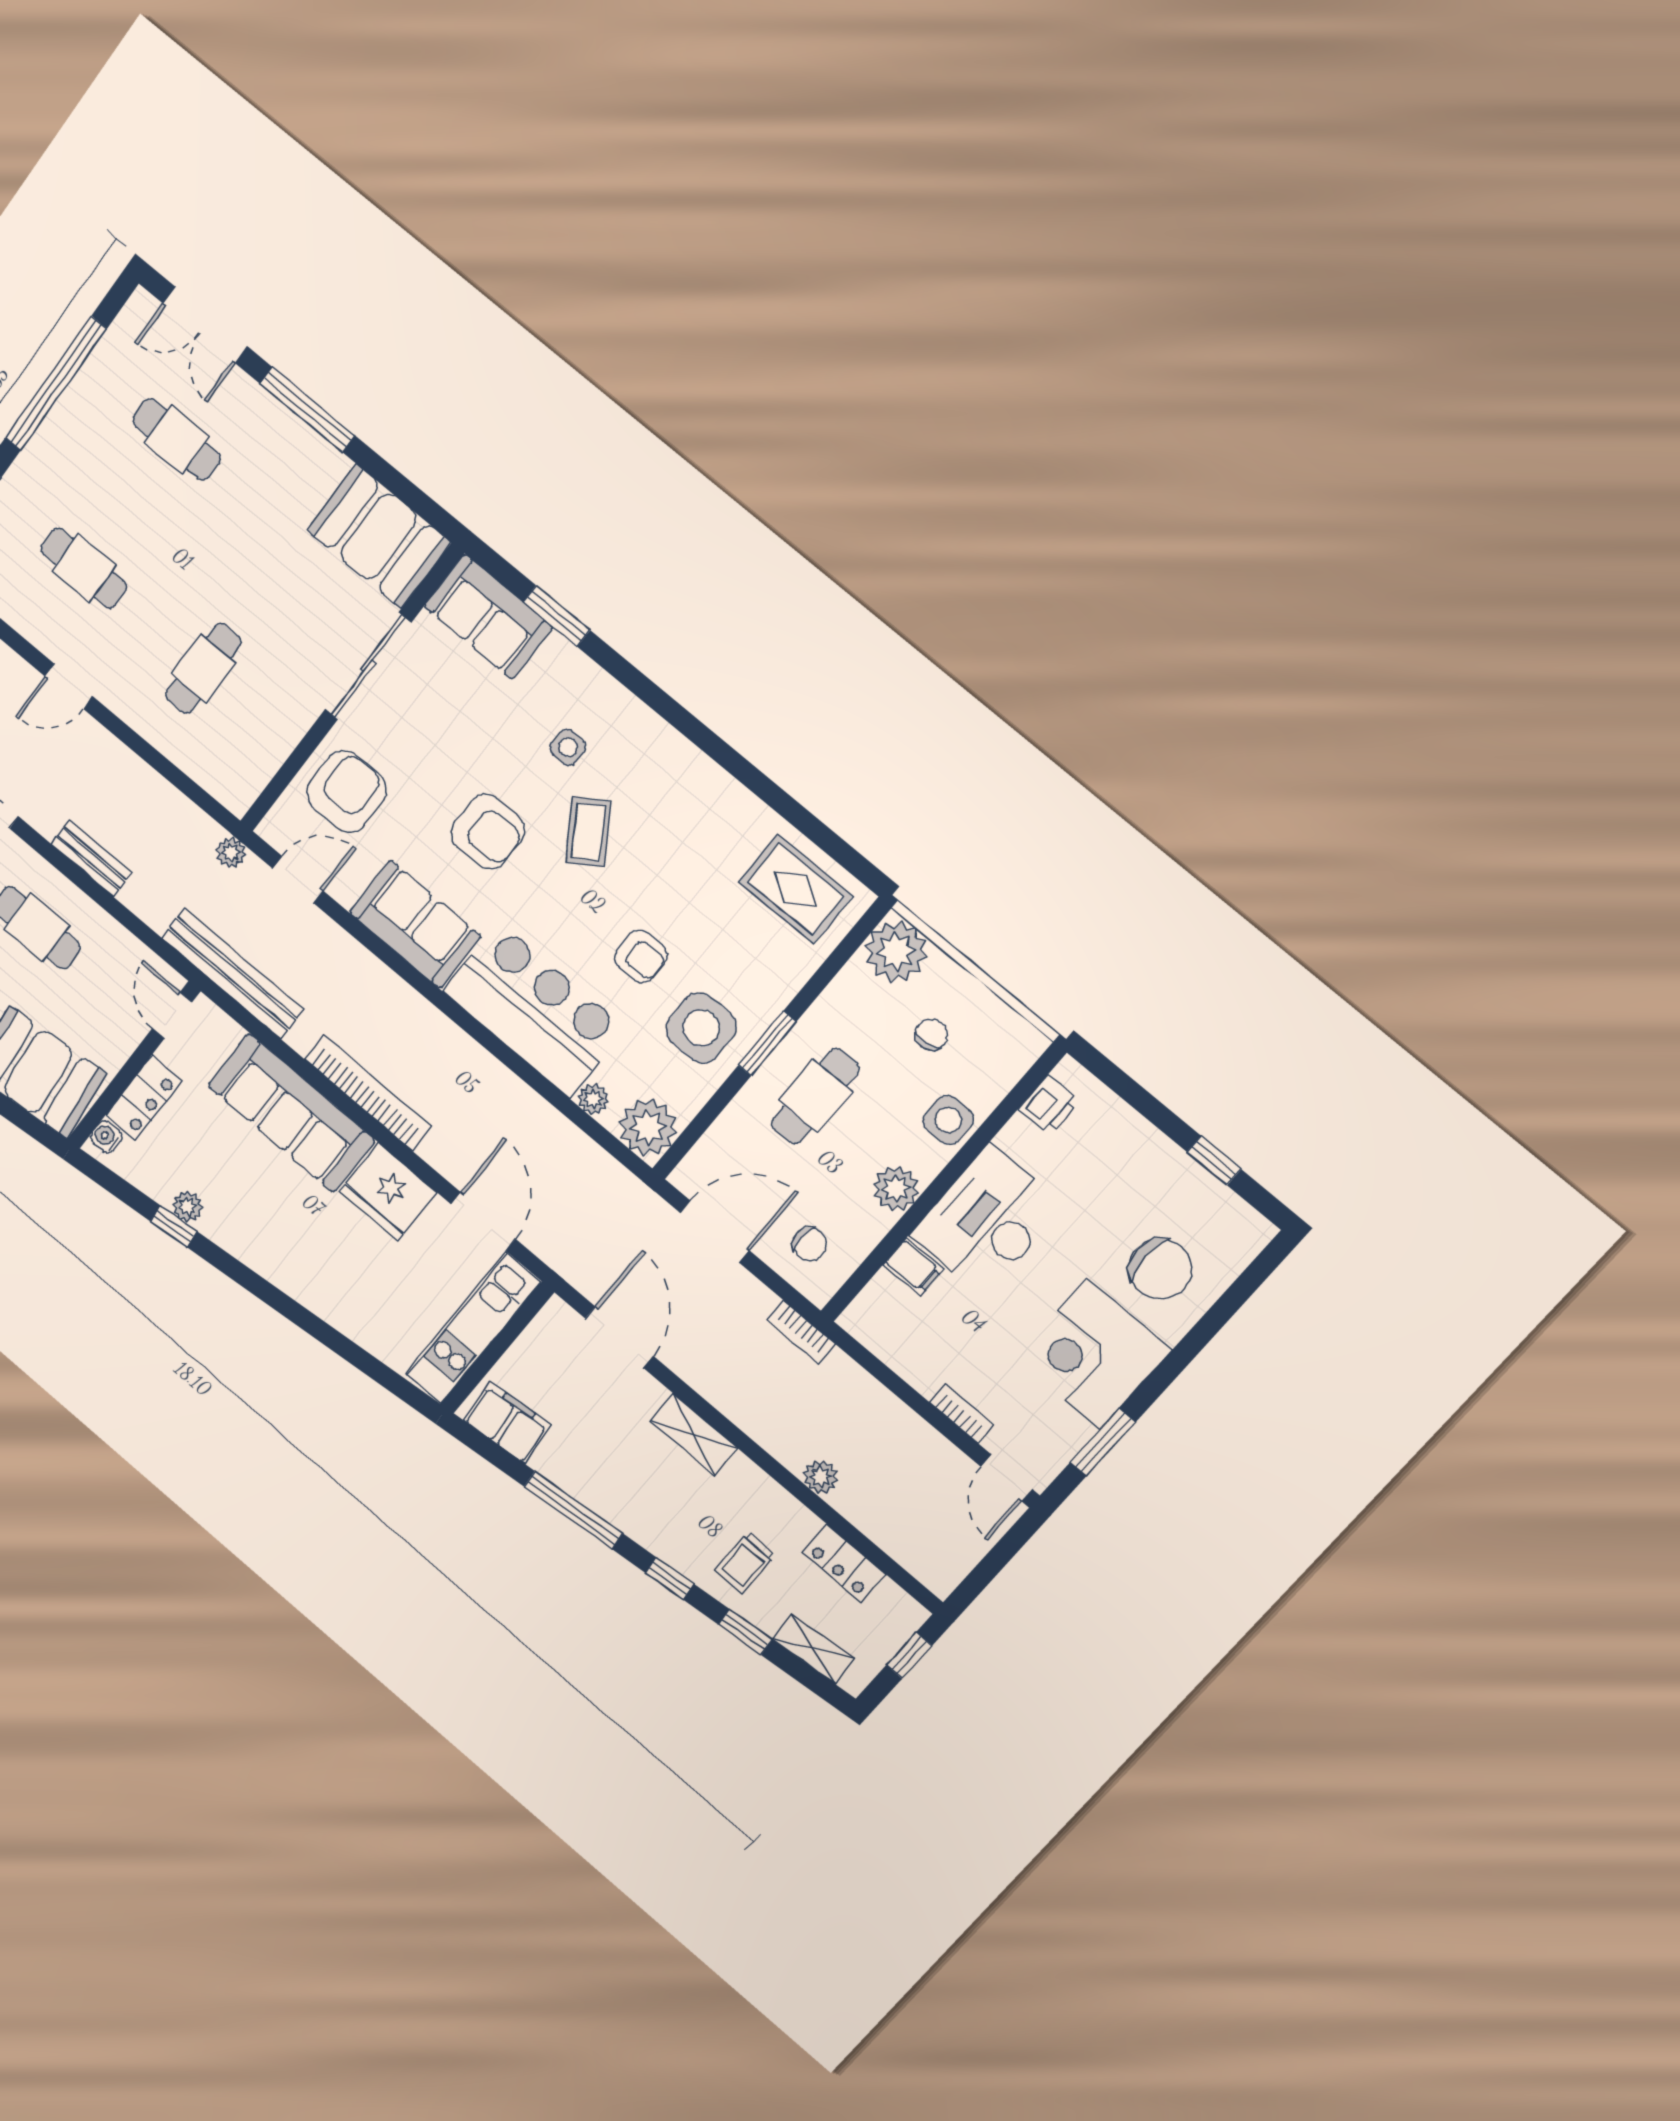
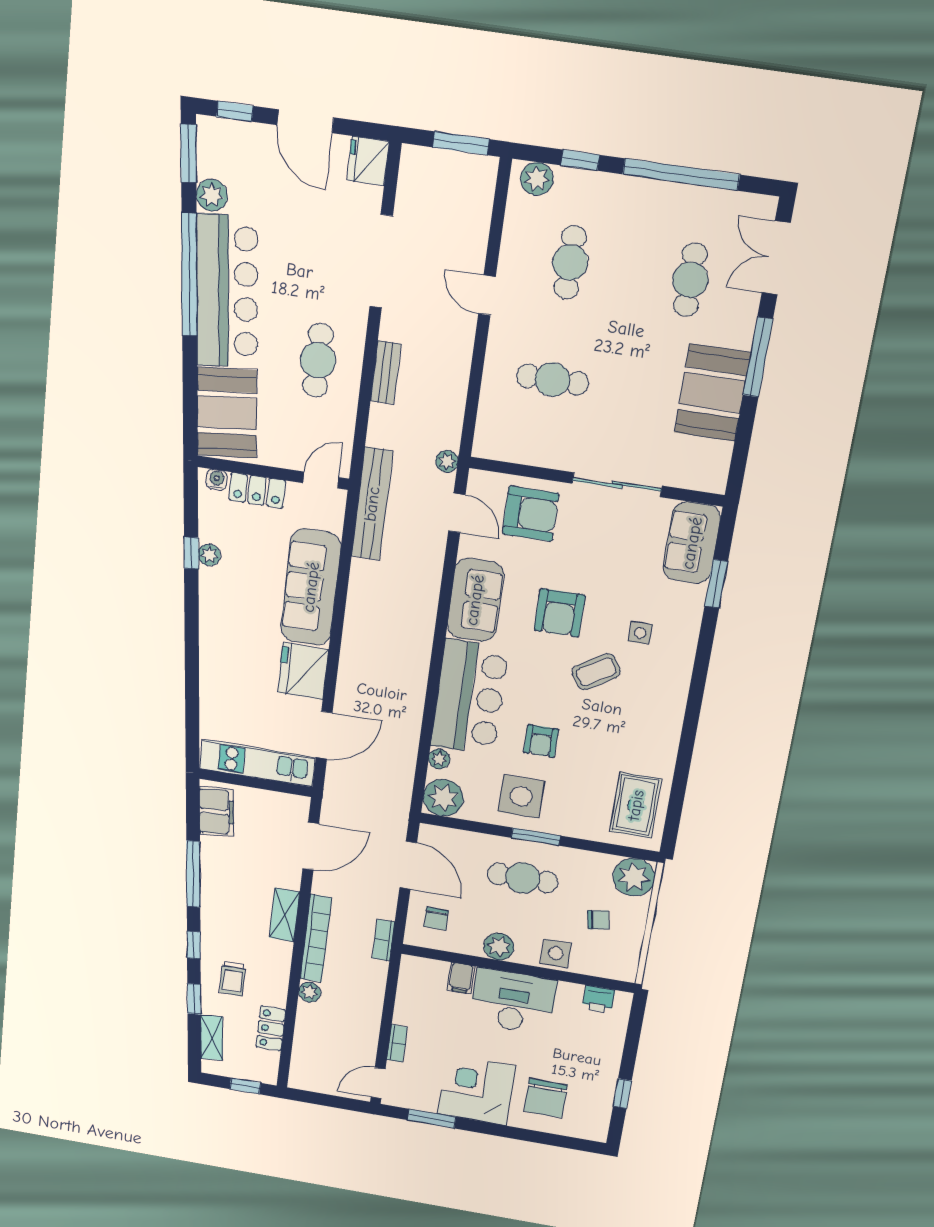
booth: (379, 536) -> (712, 393), moved
bookcase: (368, 1093) -> (316, 938), moved
trolley: (745, 1563) -> (233, 979), turned -90

